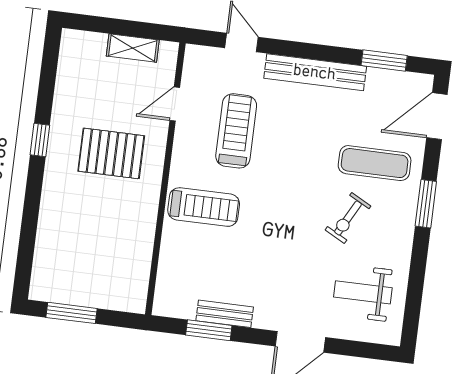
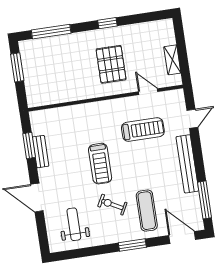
window: (384, 61) -> (205, 200), width x1.44
treadmill: (204, 207) -> (100, 164), moved
window: (27, 239) -> (51, 32), added

